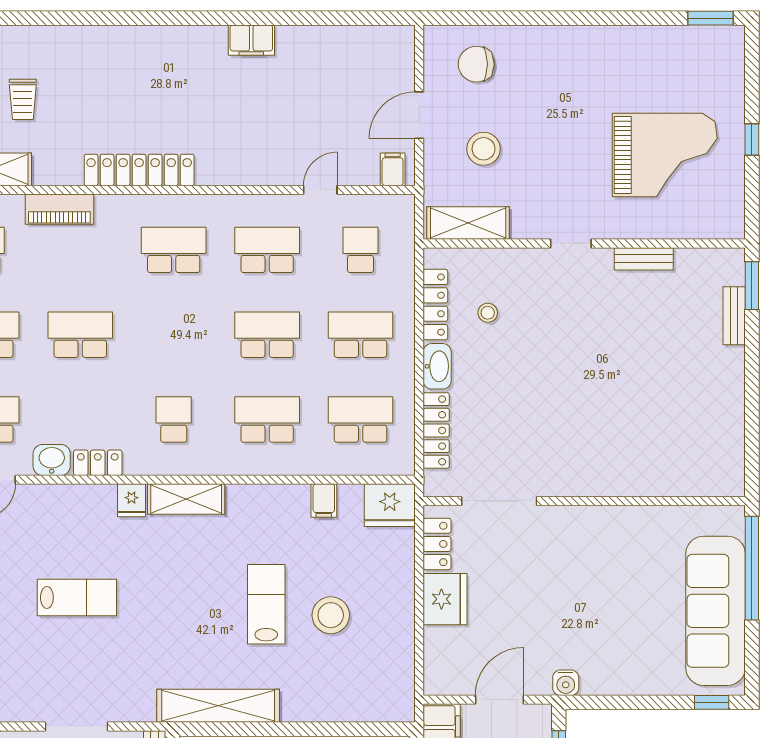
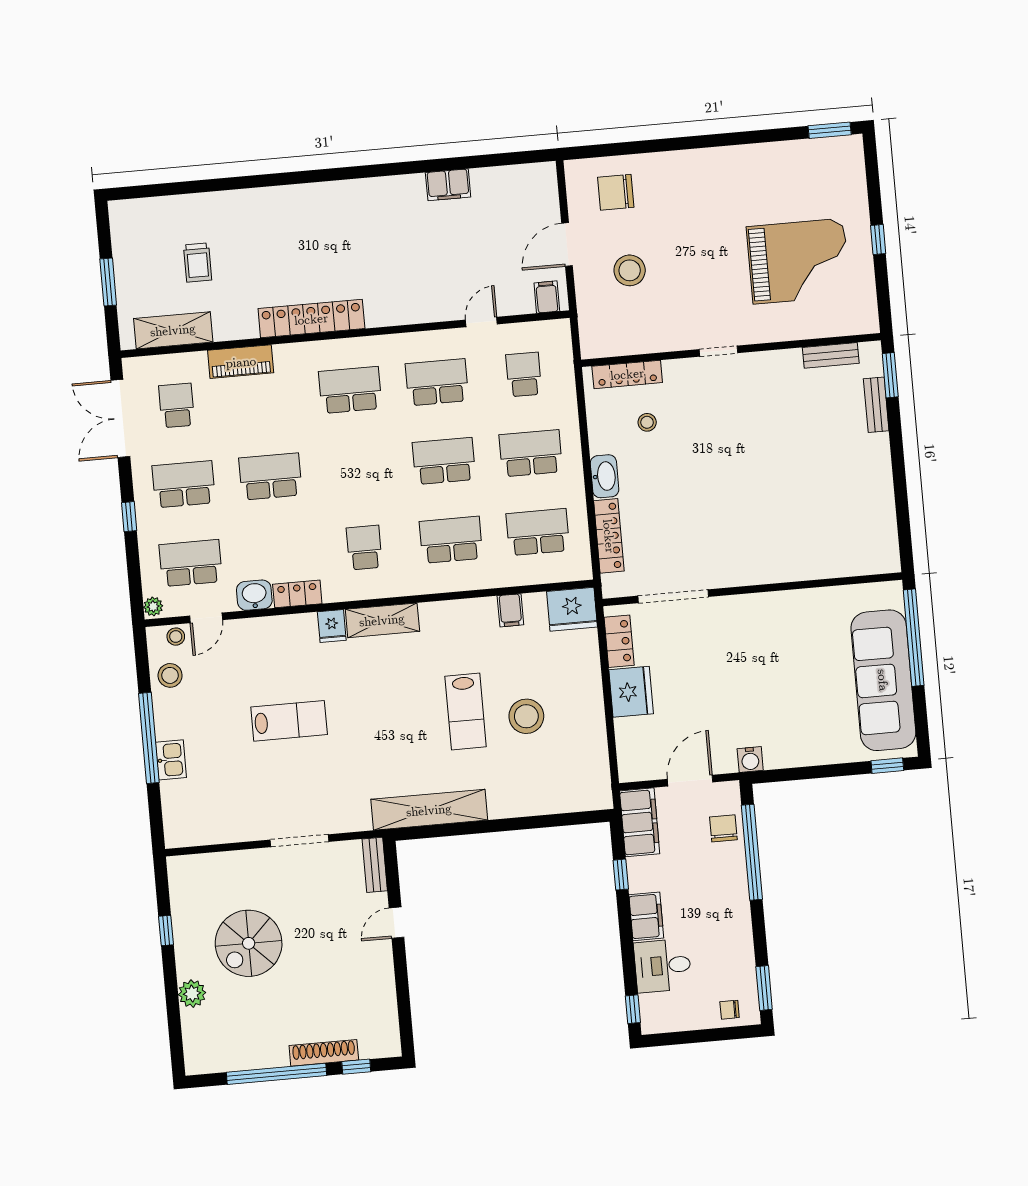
filing cabinet: (251, 40) -> (448, 185), moved
shelving: (468, 223) -> (621, 341), removed
bench: (644, 259) -> (831, 355), moved
locker: (435, 305) -> (627, 374), moved, turned 90
lab bench: (266, 604) -> (466, 712), turned 180

